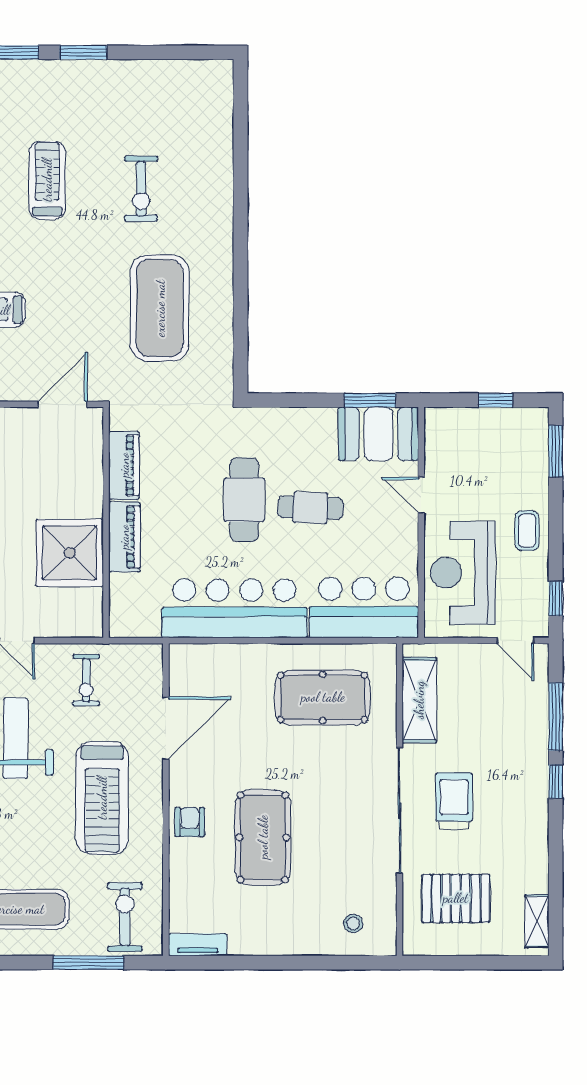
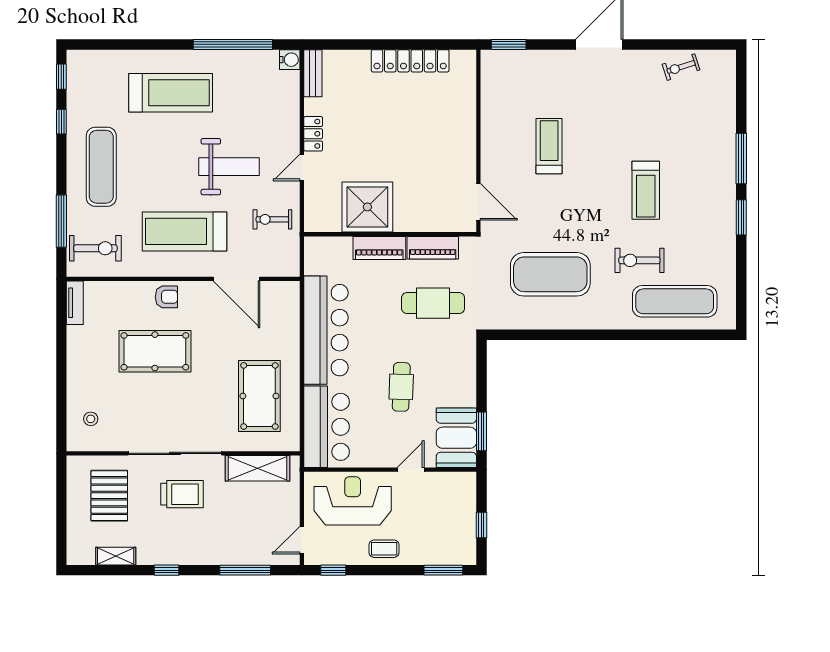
exercise mat: (196, 142) -> (675, 301), added
treadmill: (47, 180) -> (646, 190), turned 90
cafe table: (244, 500) -> (433, 303), moved
window: (556, 782) -> (167, 570), moved
shelving: (537, 921) -> (116, 556), moved

